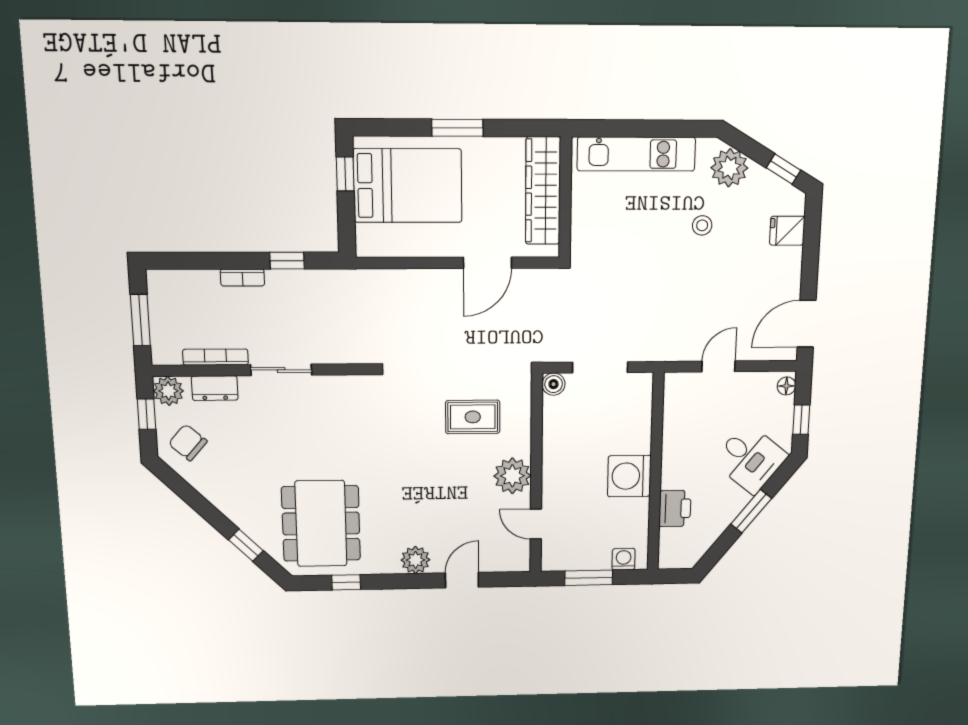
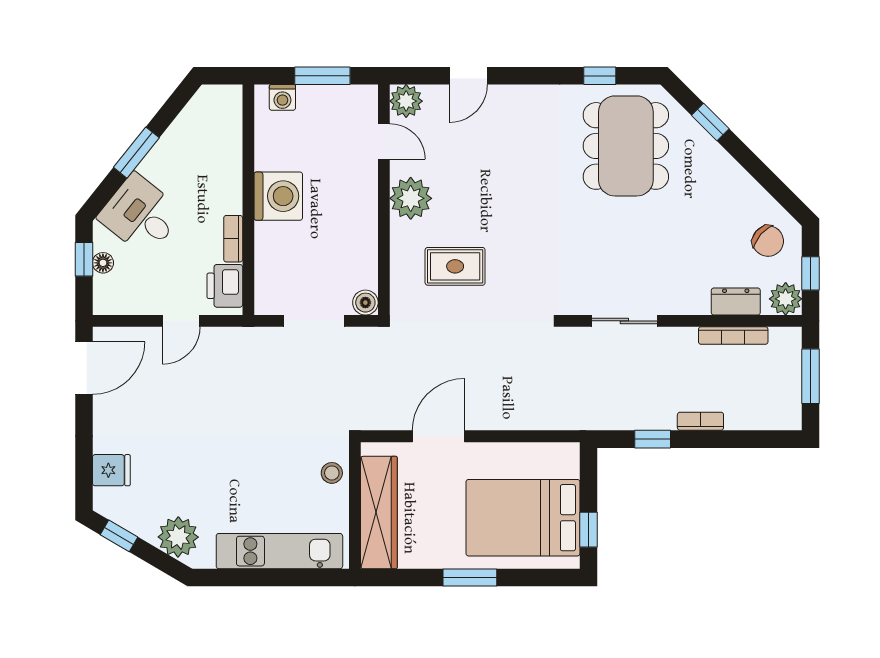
stool: (702, 225) -> (332, 473), moved
sliding door: (281, 370) -> (624, 321), moved
floor lamp: (786, 386) -> (103, 263), moved
bookcase: (670, 439) -> (233, 239), added
printer: (675, 508) -> (225, 286), moved
plant: (415, 560) -> (406, 101), moved

